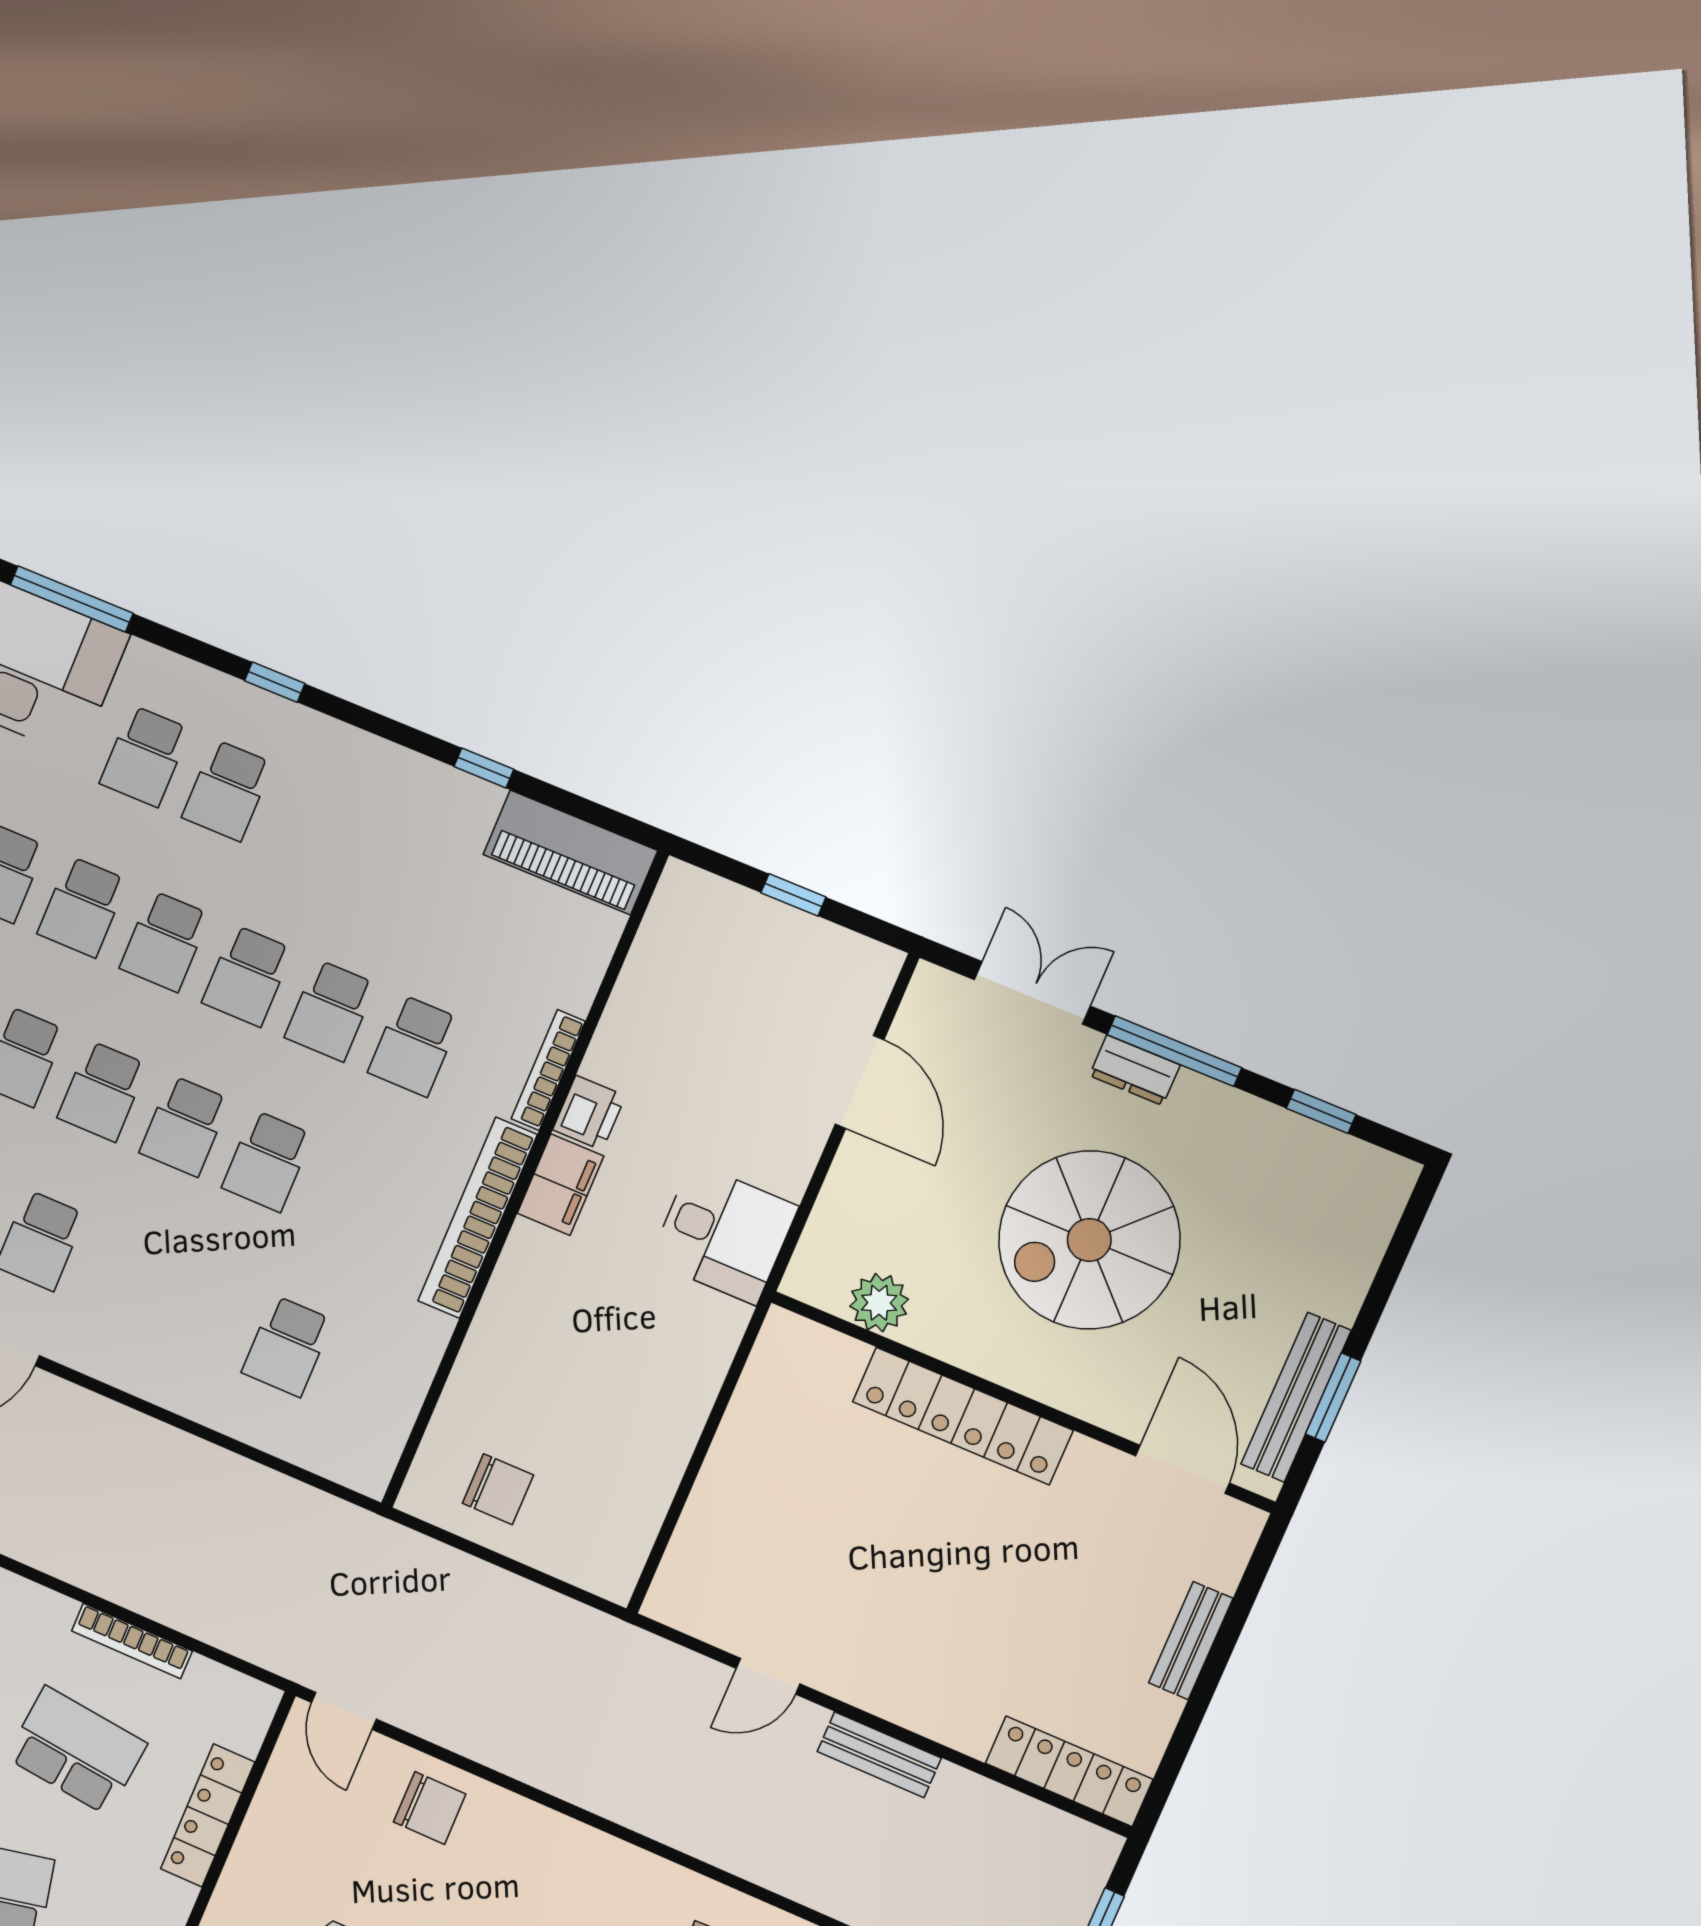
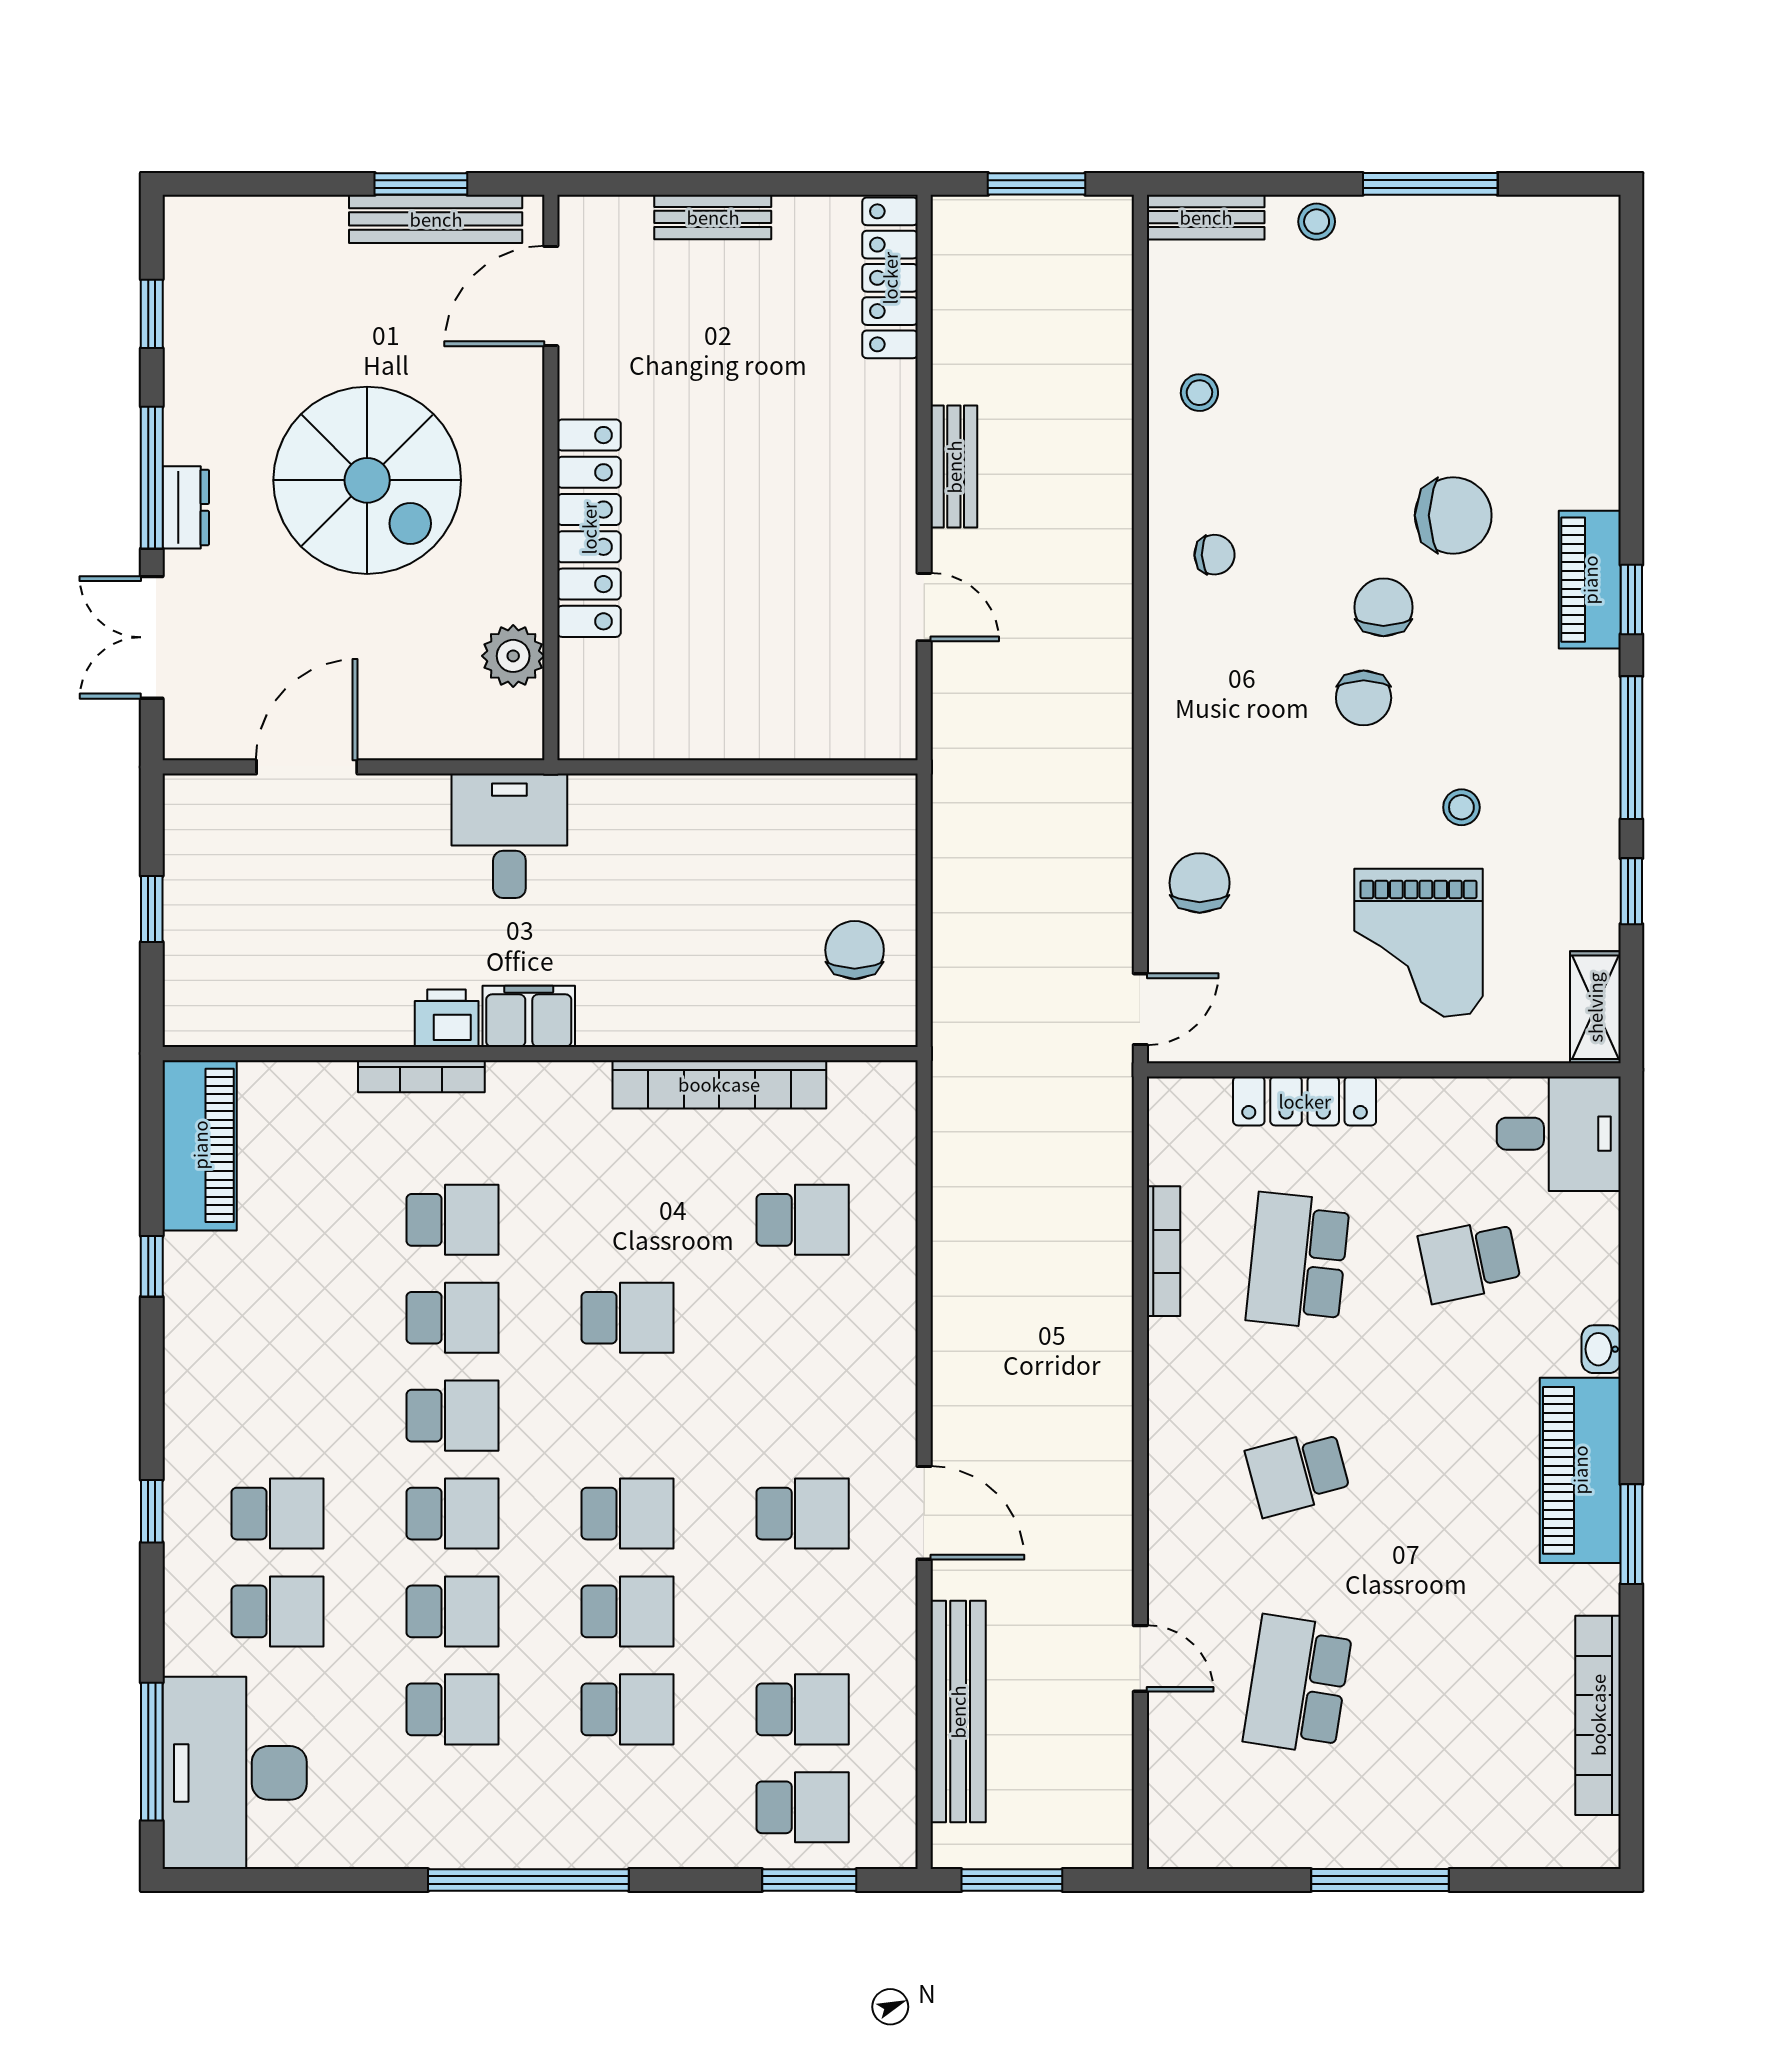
school desk: (185, 1126) -> (628, 1416), removed
bookcase: (478, 1218) -> (719, 1084), moved

